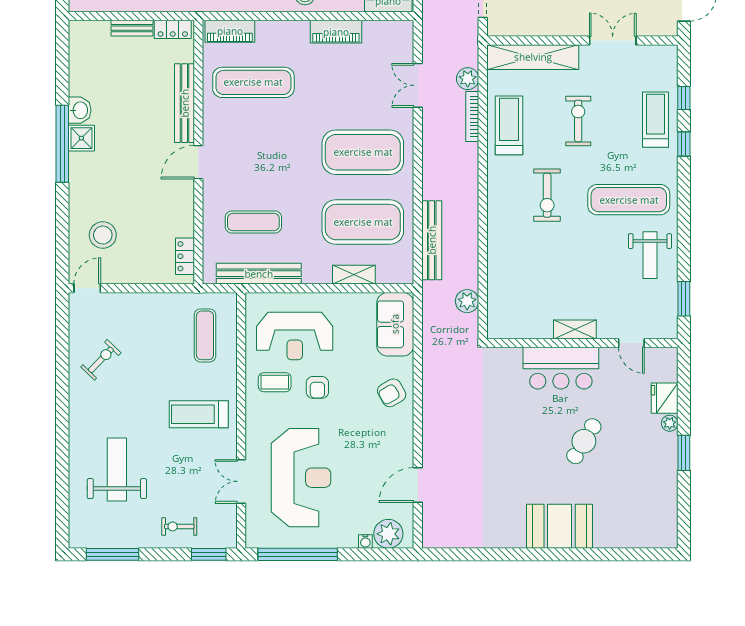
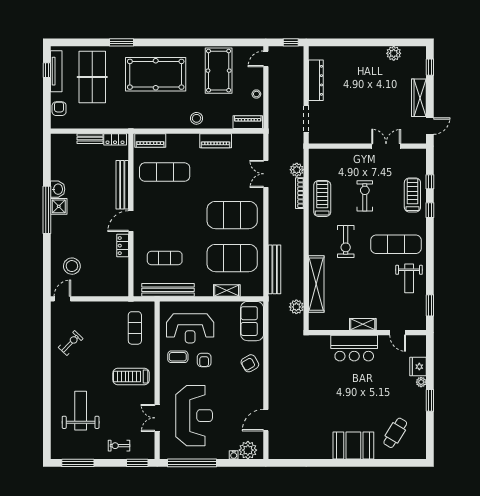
shelving: (533, 57) -> (316, 284), moved, turned 90
locker: (185, 256) -> (123, 246), moved
cafe table: (584, 441) -> (395, 433), moved

